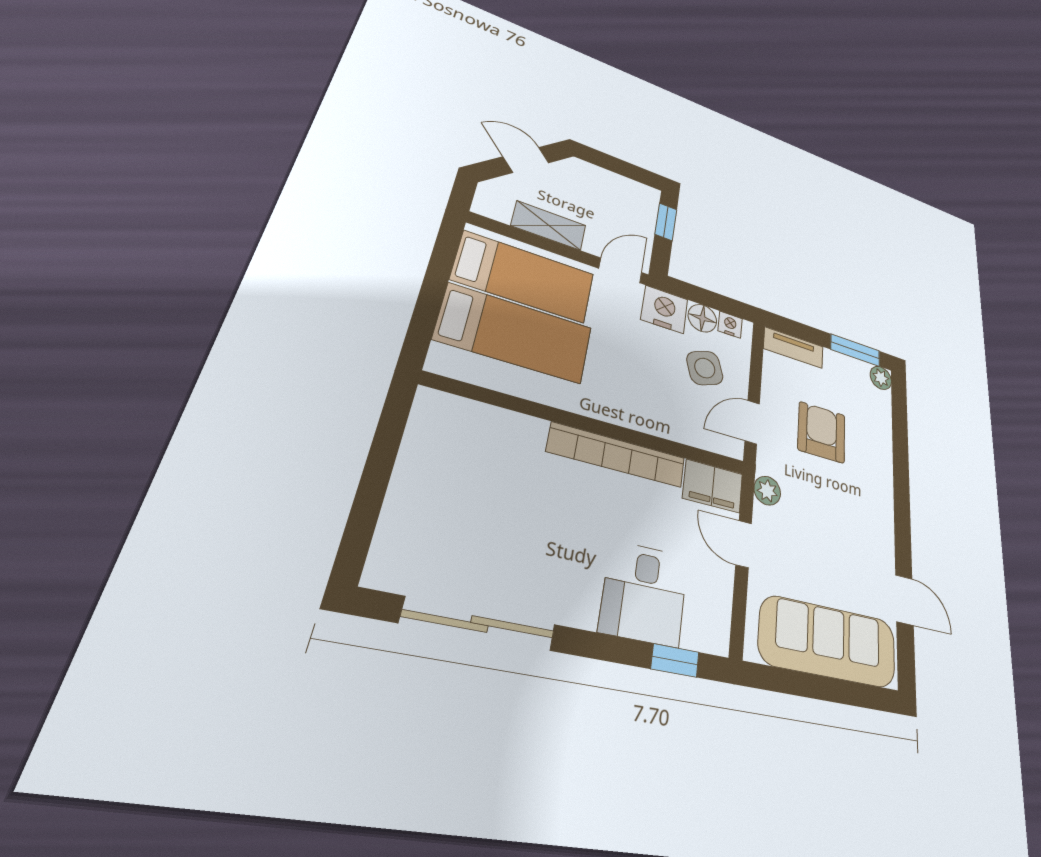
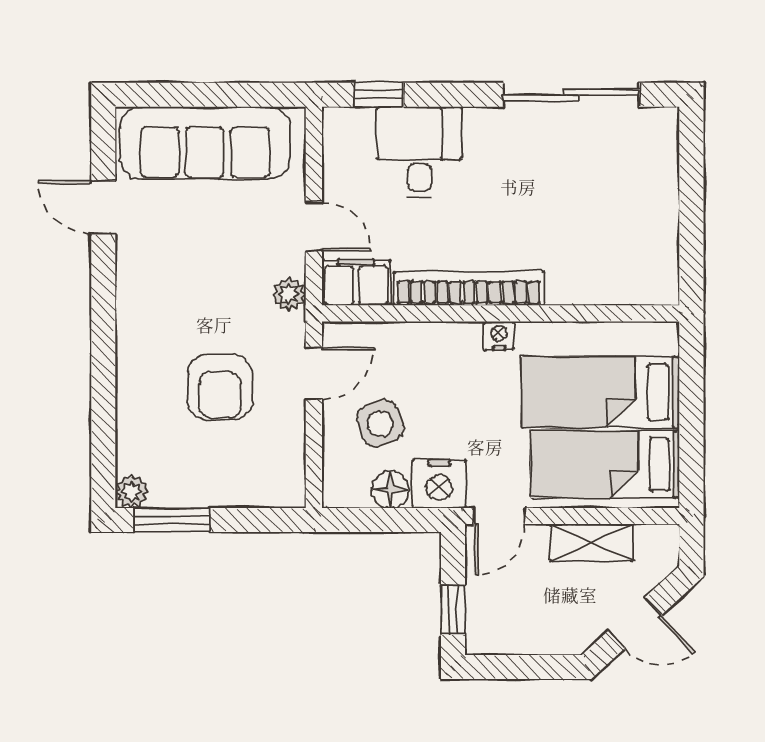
nightstand: (730, 325) -> (499, 336), moved, turned 180
tv unit: (794, 348) -> (264, 492), removed

